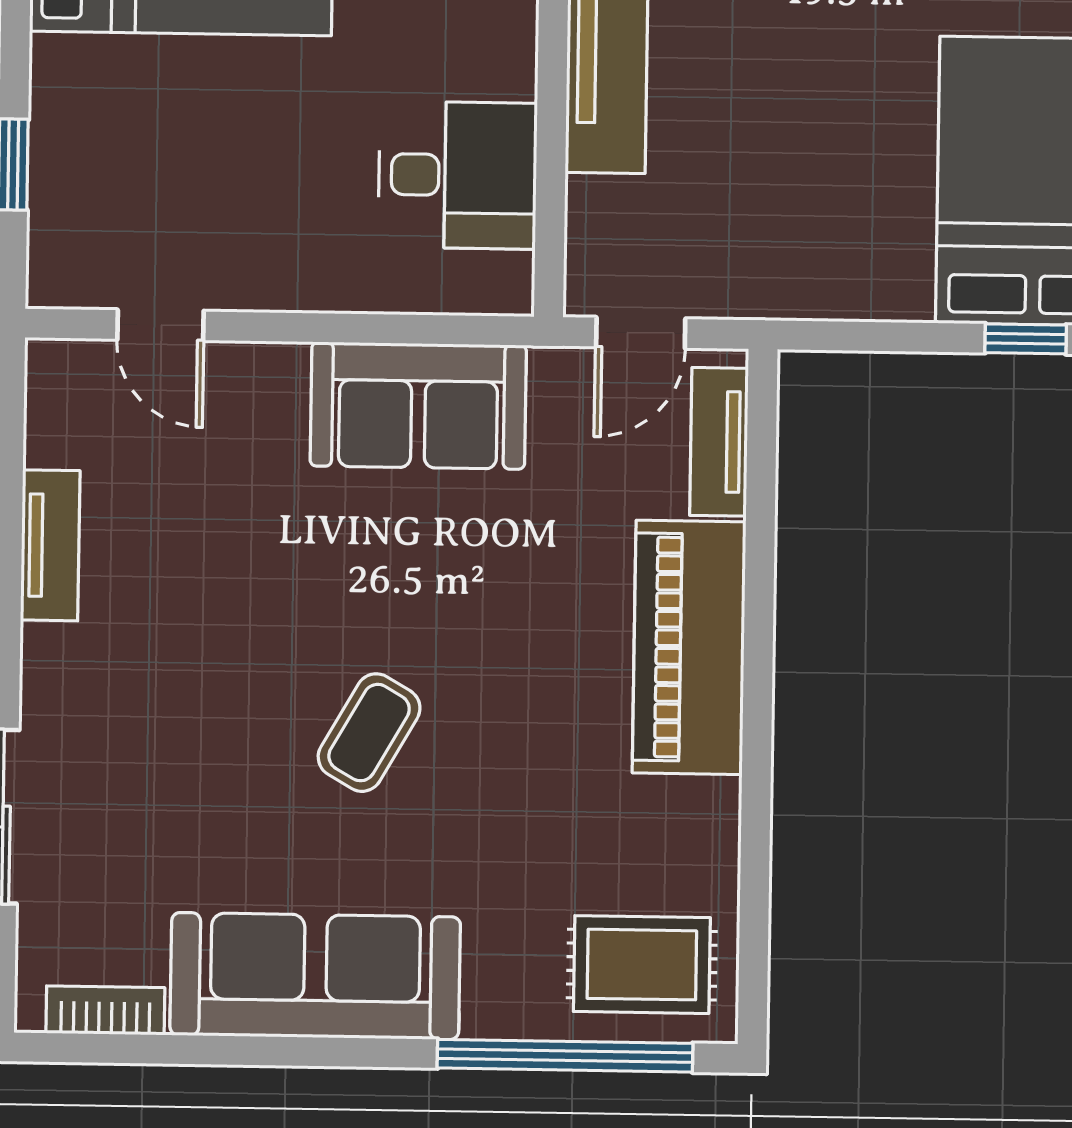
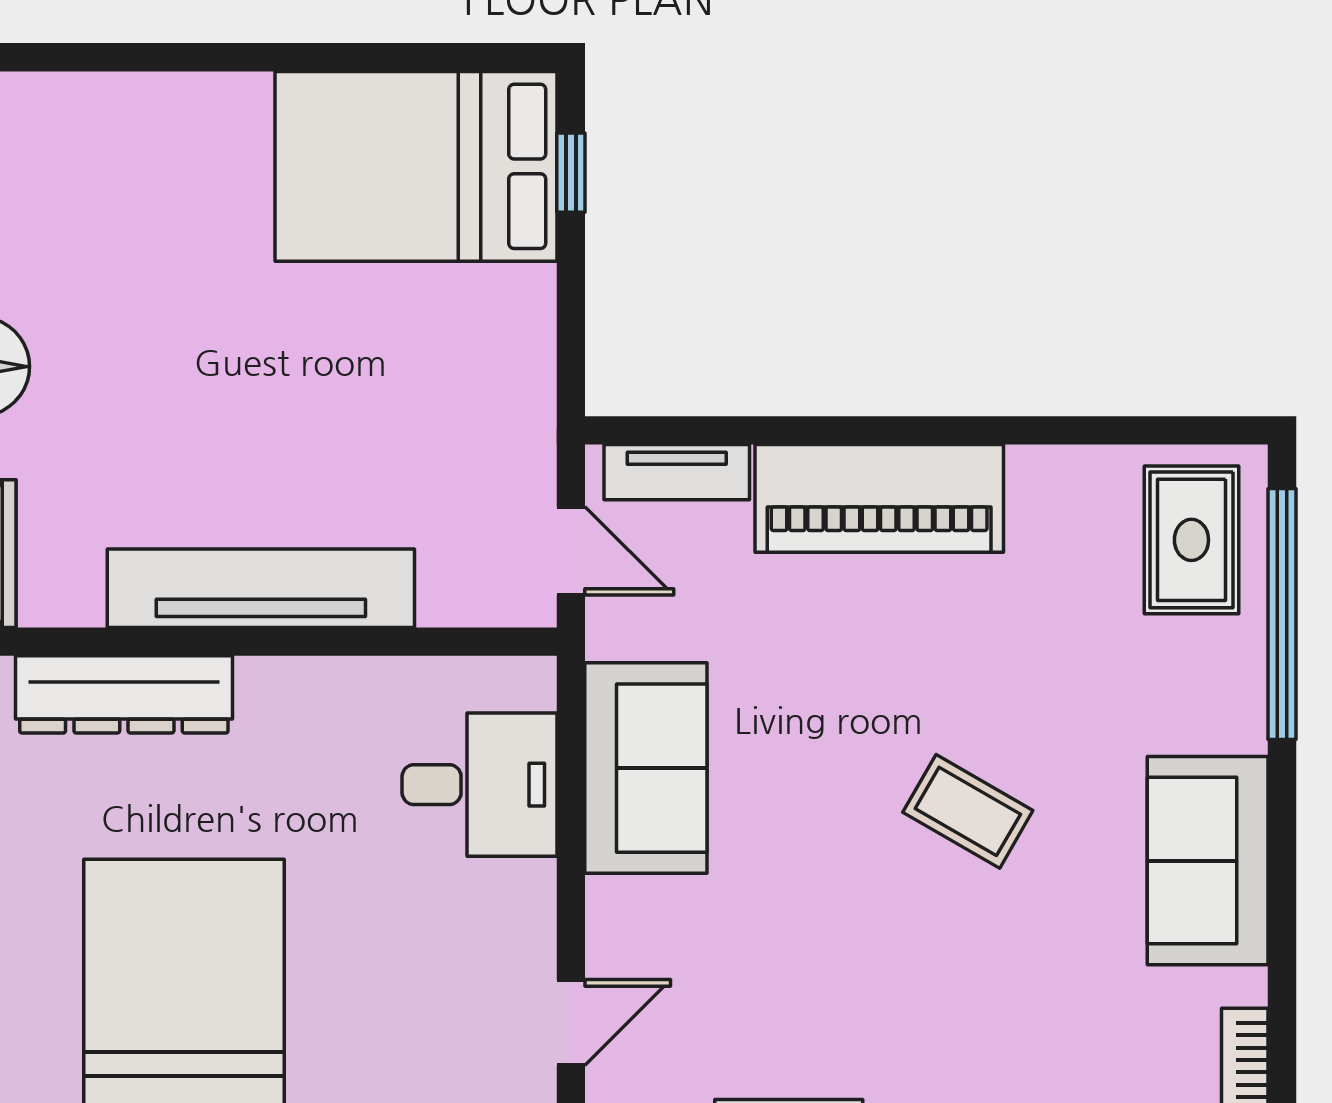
desk: (458, 175) -> (480, 785), moved, turned 90
sofa: (315, 976) -> (1208, 861), width x0.73

